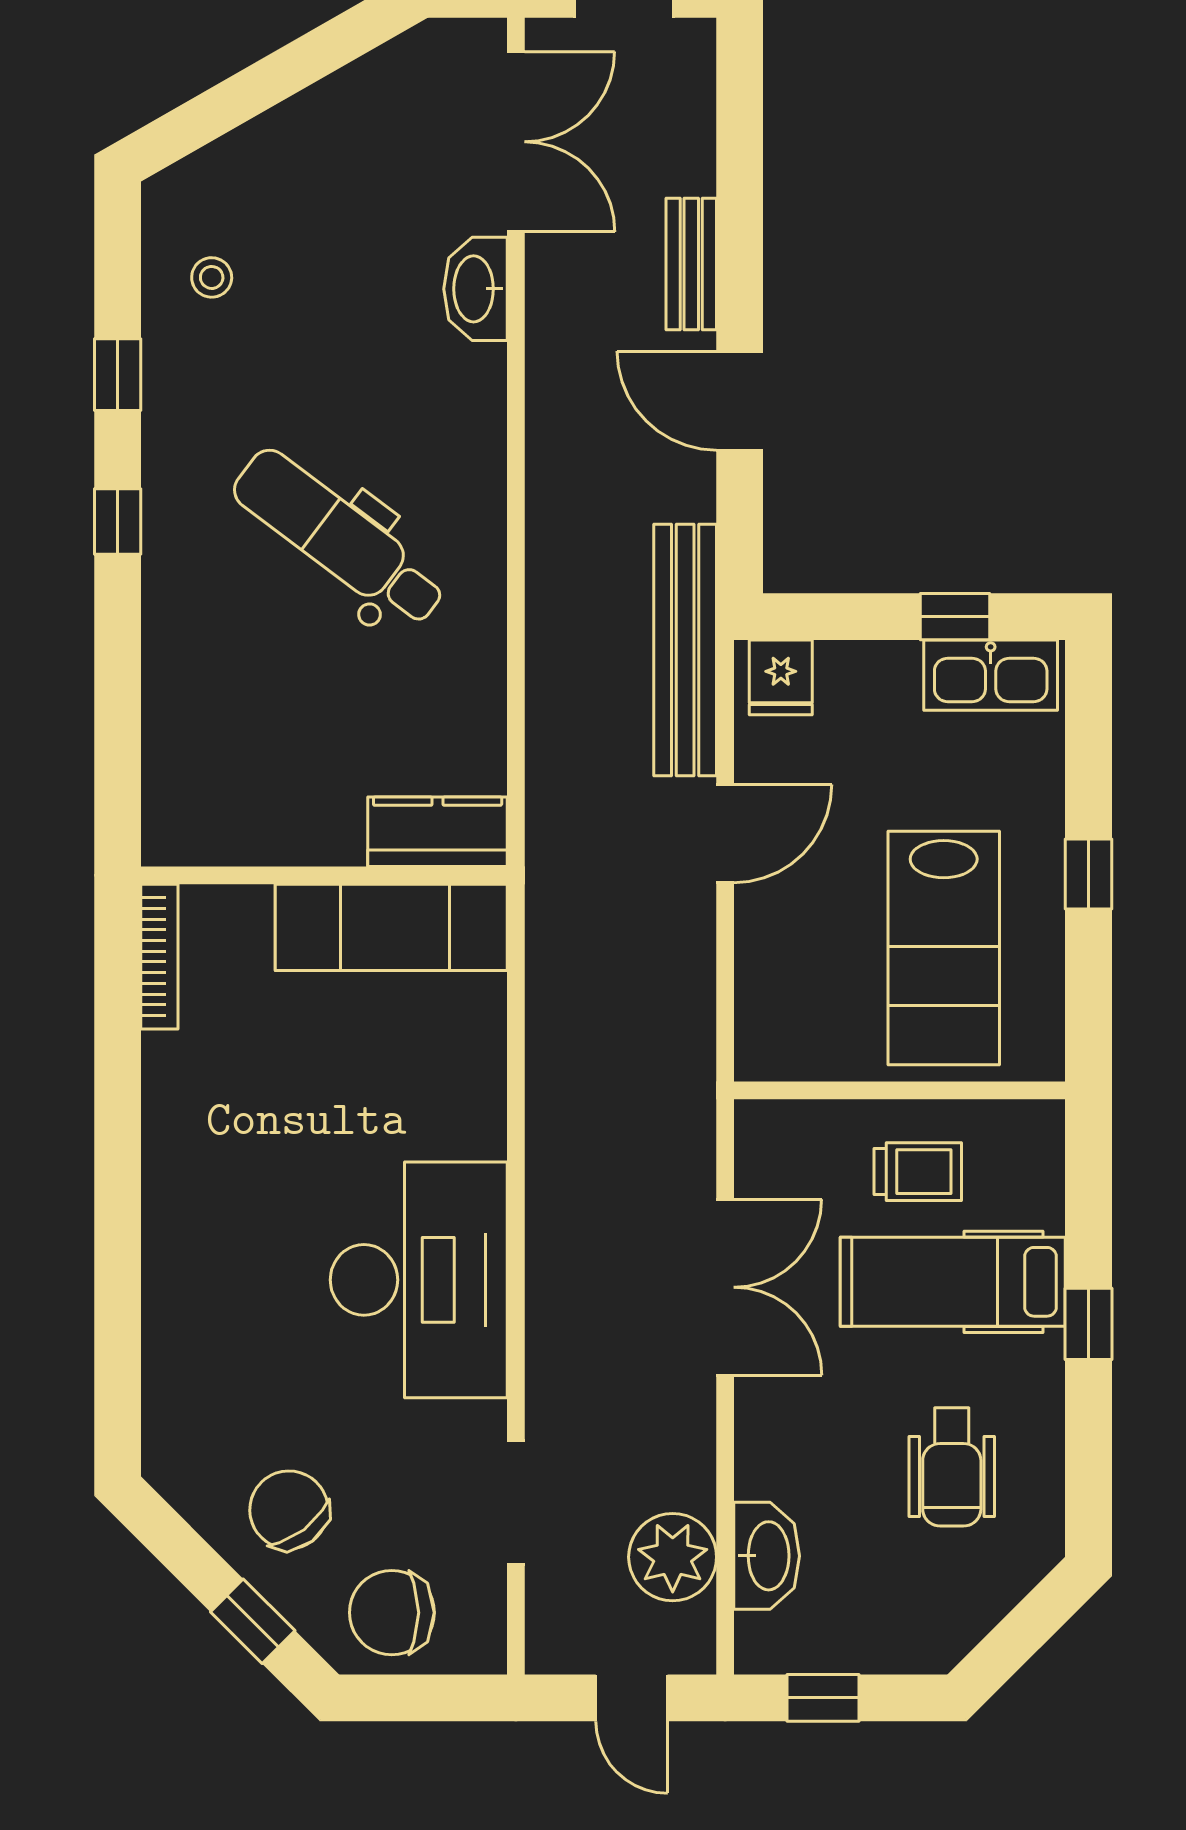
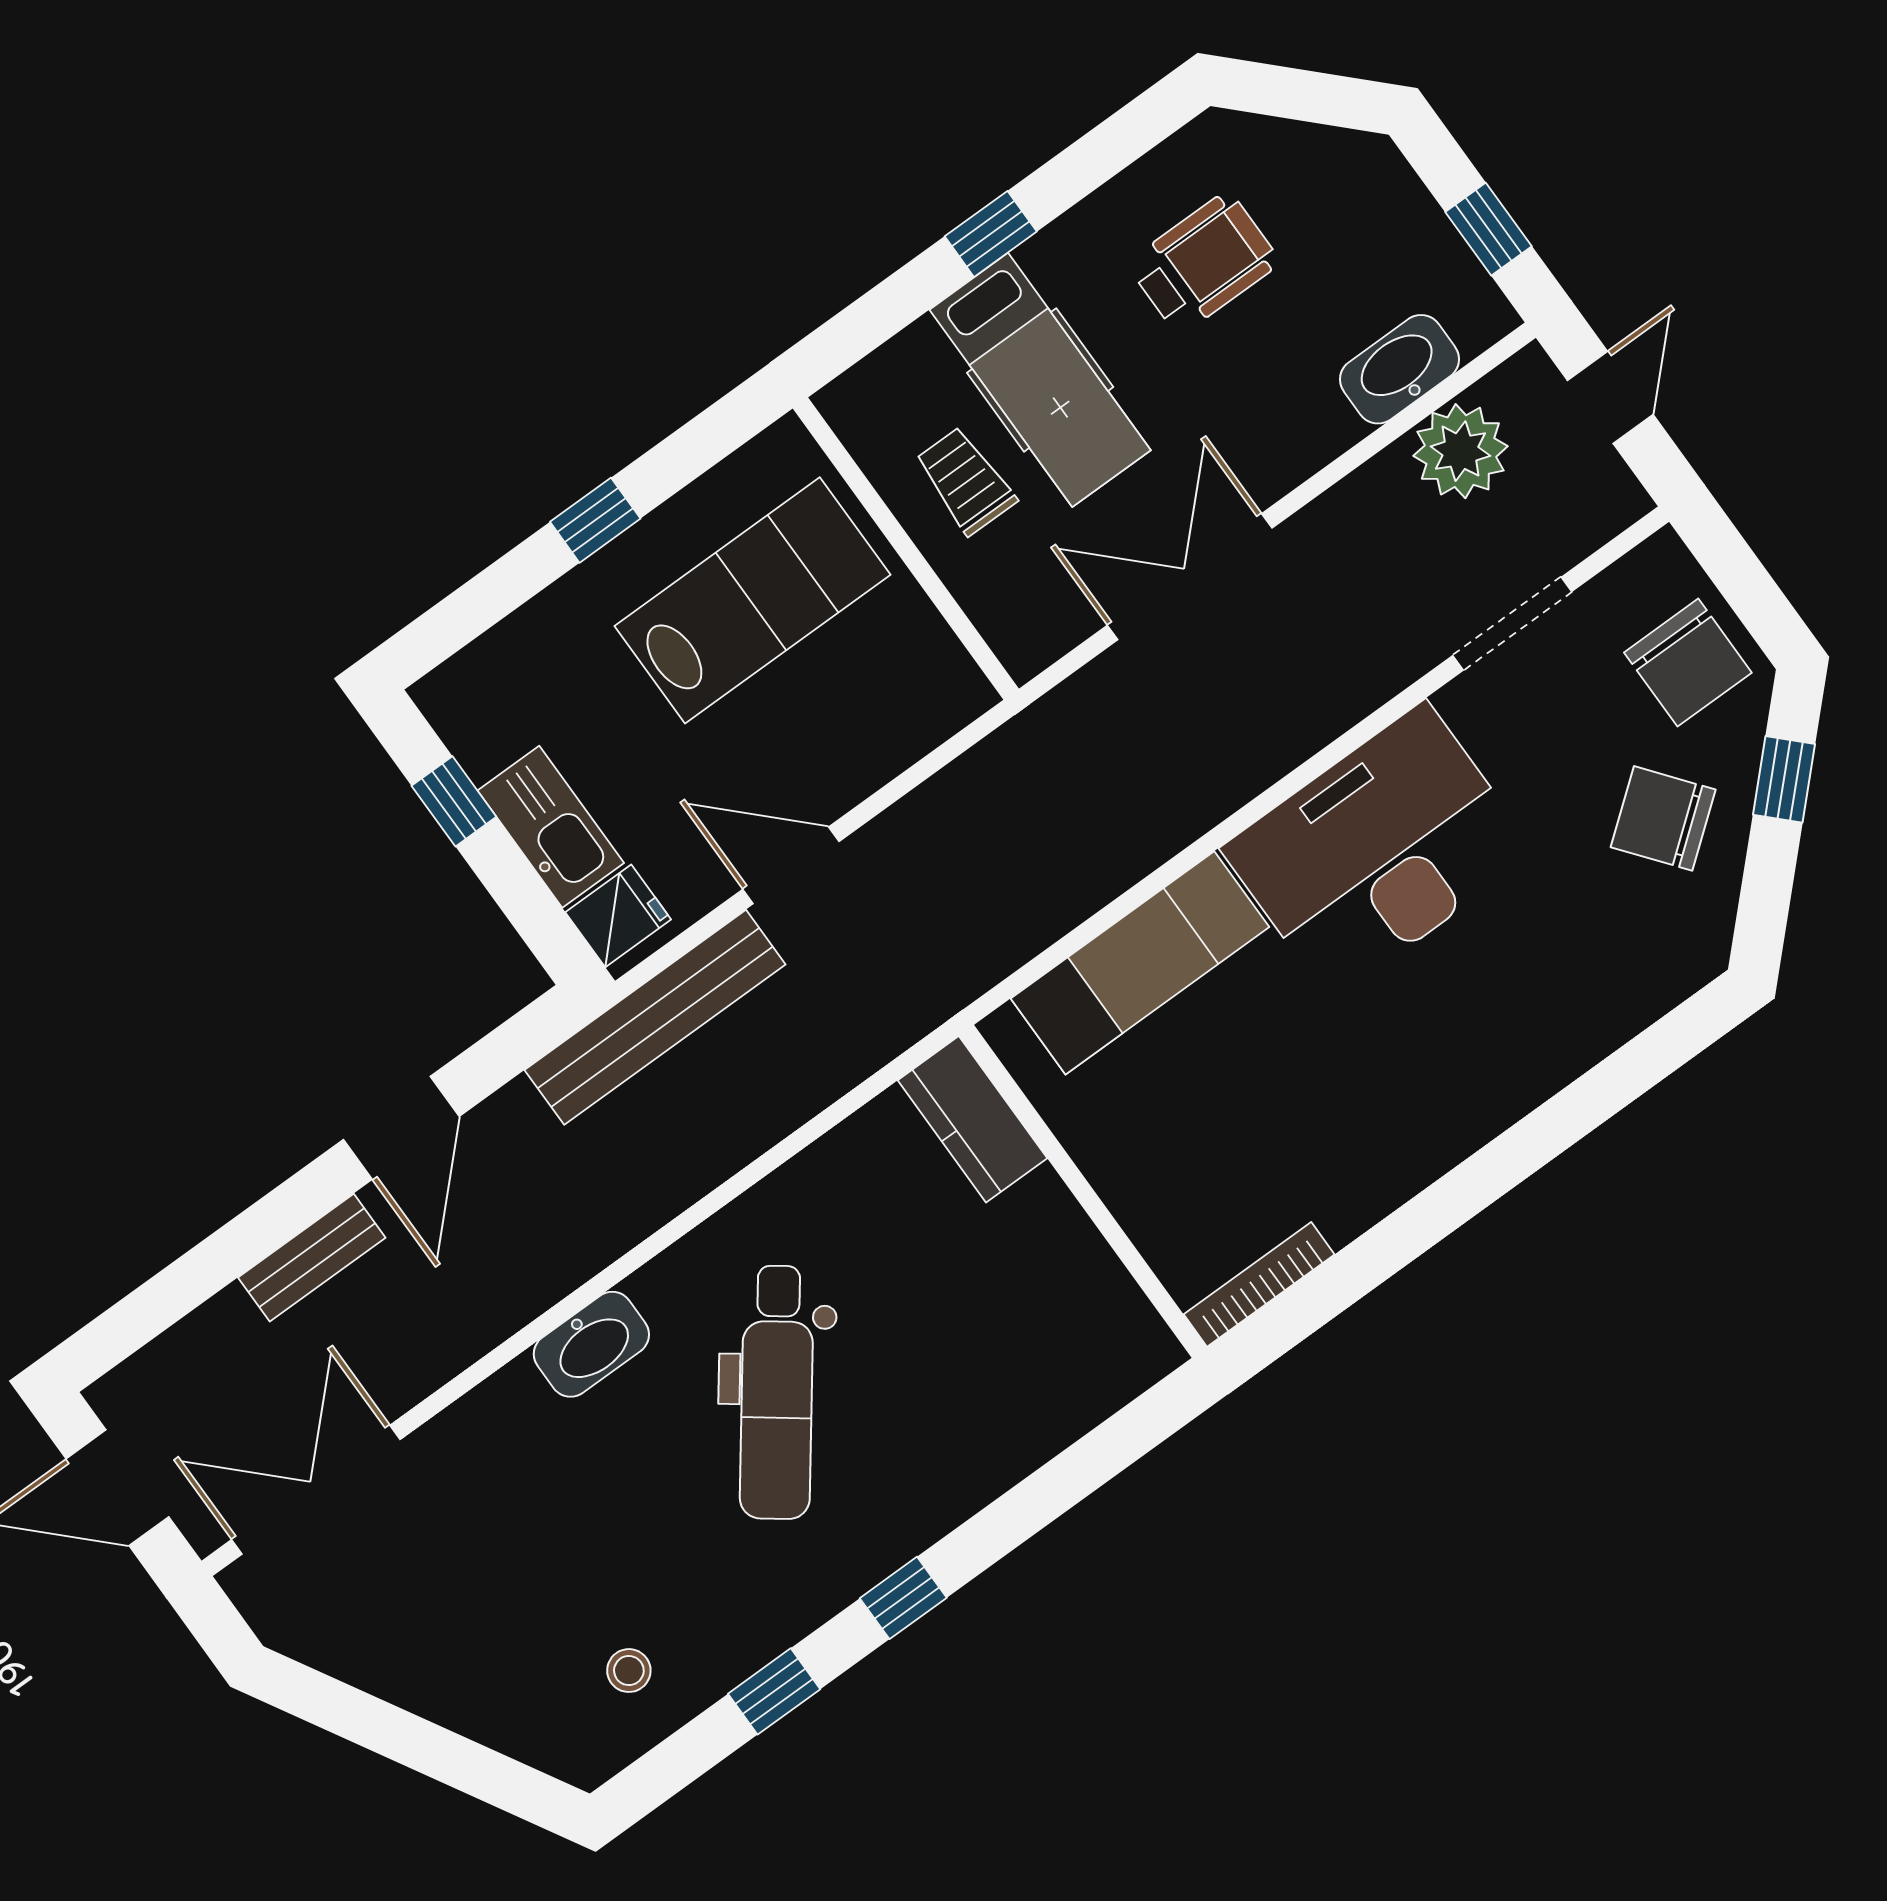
washbasin: (475, 289) -> (591, 1344), moved
kitchen sink: (991, 675) -> (551, 827), moved
exam couch: (391, 927) -> (1140, 963), moved, turned 90
chair: (289, 1510) -> (1663, 818), turned 89

